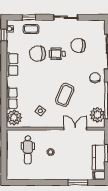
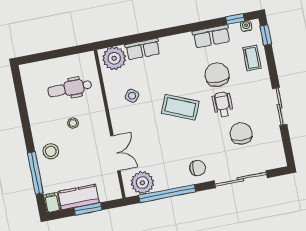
window: (29, 17) -> (266, 35), moved
row of seats: (12, 64) -> (211, 36), moved
coffee table: (65, 95) -> (180, 107), moved
stool: (66, 170) -> (51, 151), added
window: (78, 182) -> (35, 173), width x1.44

